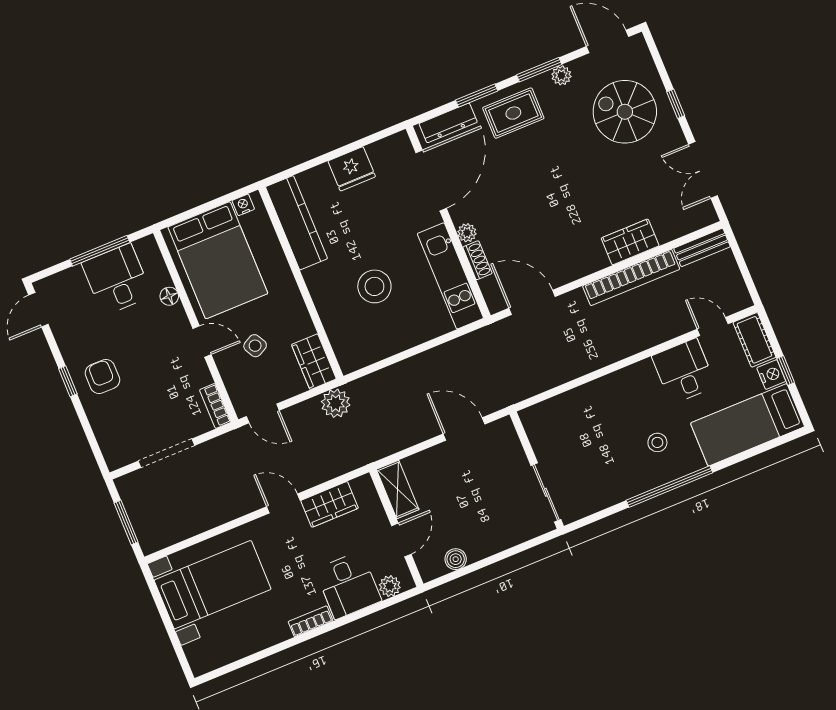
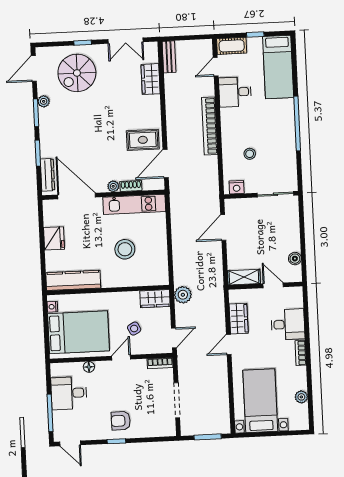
rug: (513, 113) -> (143, 140), moved, turned 90
wardrobe: (630, 242) -> (151, 79), moved
window: (100, 251) -> (50, 413), moved
bookcase: (631, 278) -> (210, 126), moved, turned 180
nightstand: (771, 375) -> (237, 187), moved, turned 180
stool: (657, 442) -> (250, 154), moved
plant: (390, 586) -> (301, 397), moved

